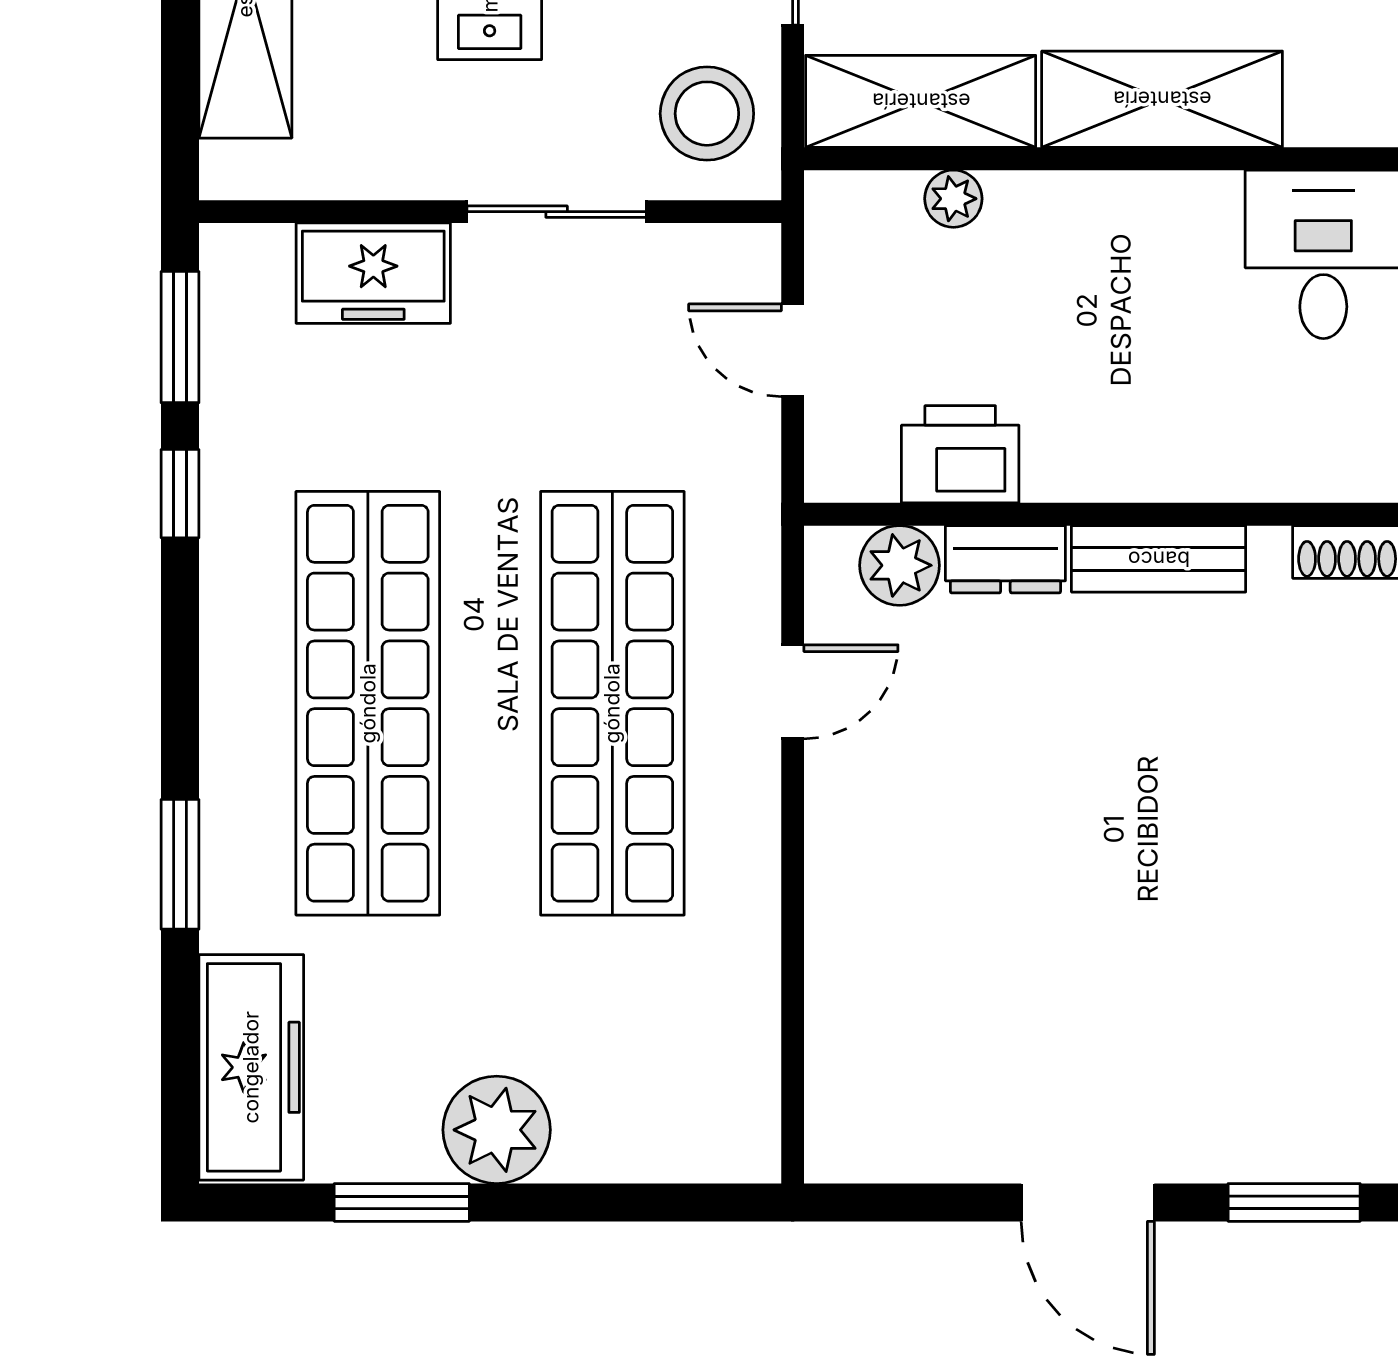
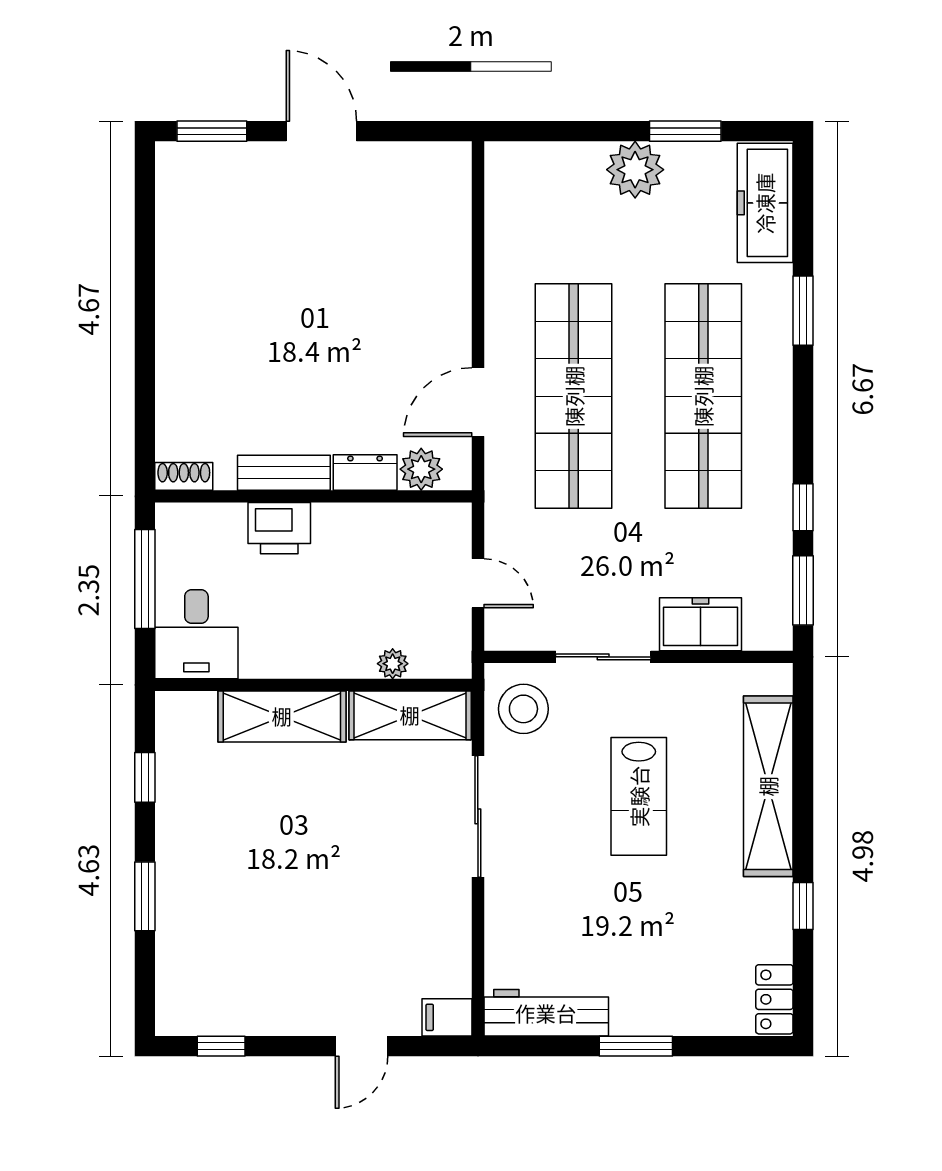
printer: (960, 454) -> (279, 528), moved
door: (793, 692) -> (478, 402), width x1.38

